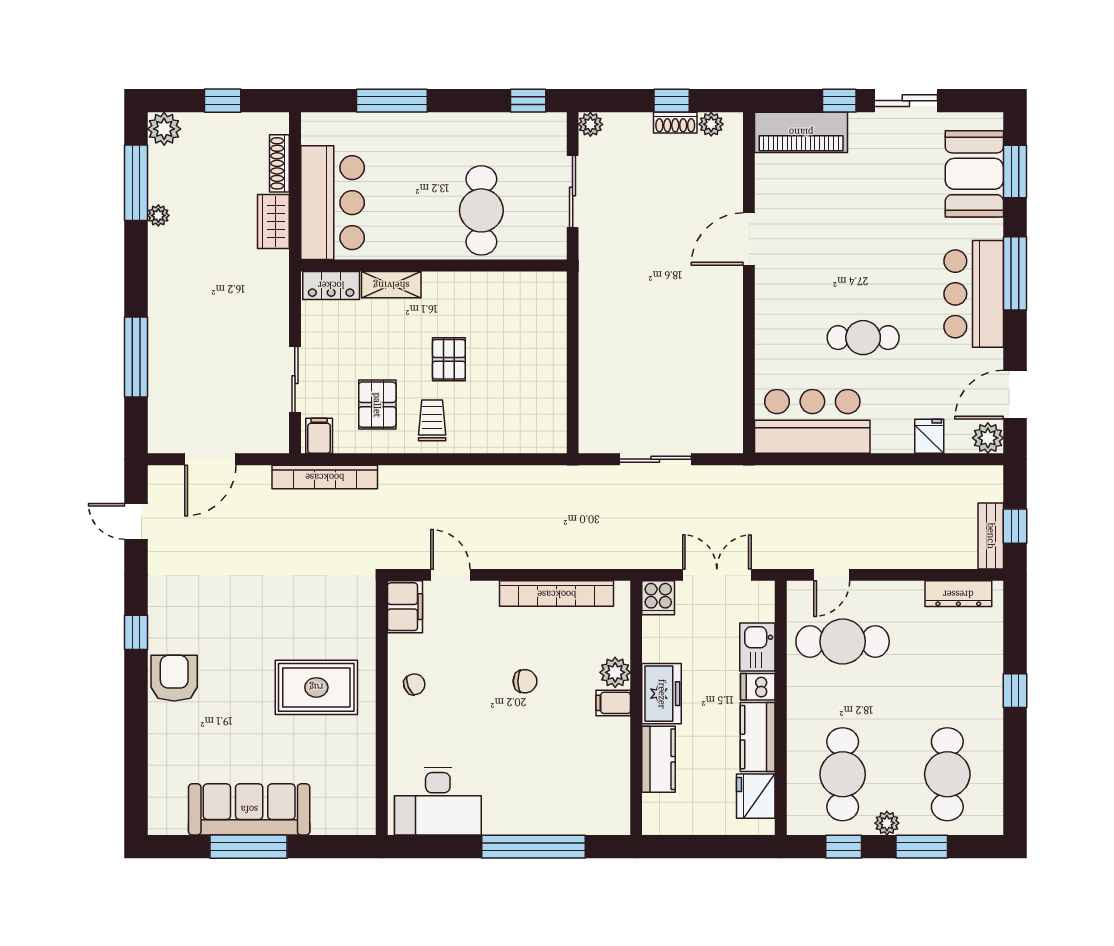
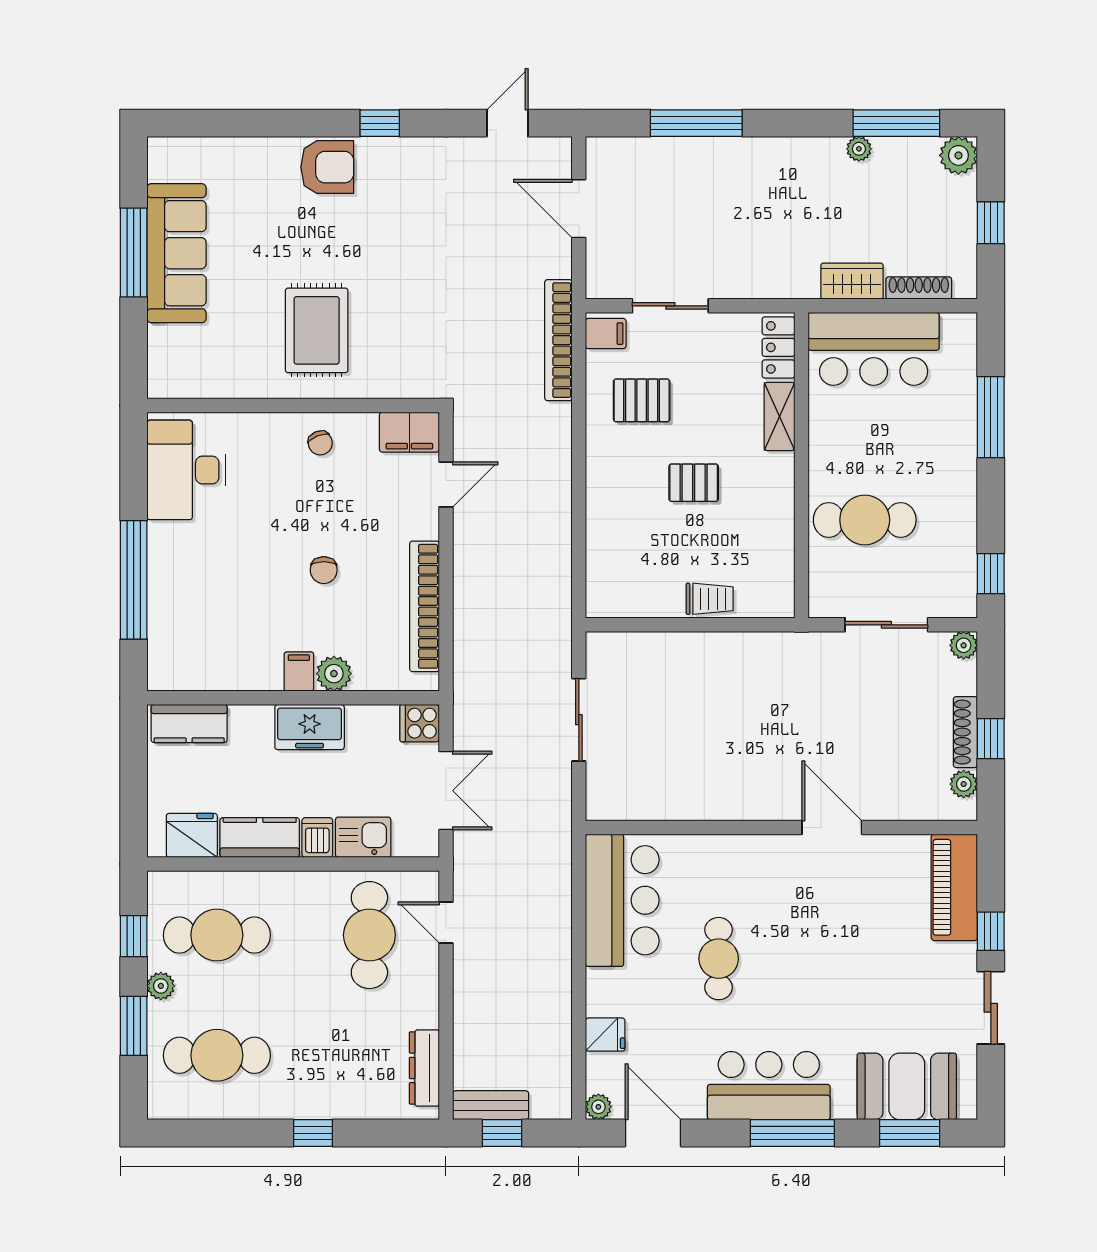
shoe rack: (675, 123) -> (965, 732), width x1.43
trolley: (432, 420) -> (710, 599), moved
plant: (988, 438) -> (598, 1107), width x0.73, depth x0.73
kitchen counter: (659, 759) -> (189, 724), moved

